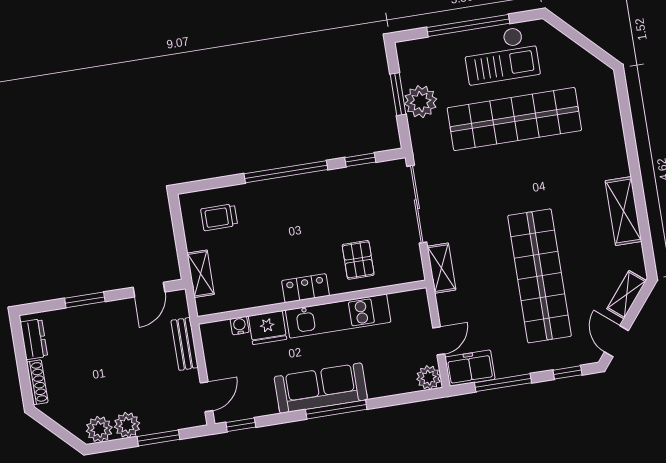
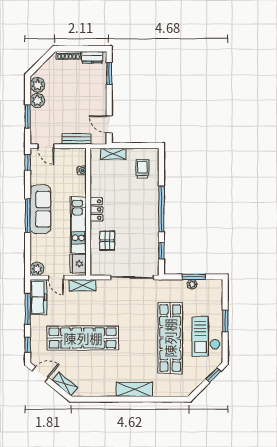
window: (468, 25) -> (225, 321), width x0.47
window: (568, 31) -> (213, 375), added
plant: (421, 102) -> (192, 284), width x0.53, depth x0.53
shelving: (623, 211) -> (134, 389), moved
pallet: (358, 260) -> (107, 241), turned 90
shelving: (441, 268) -> (82, 285), moved
window: (85, 300) -> (109, 73), moved
fridge: (268, 328) -> (78, 264), moved
freezer: (470, 368) -> (38, 297), width x1.40

